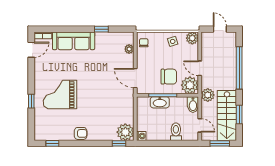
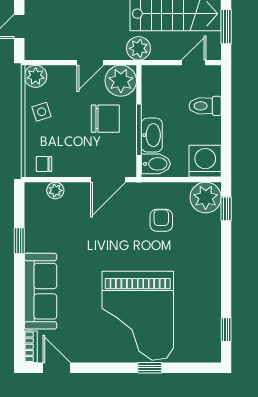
chair: (169, 77) -> (105, 119), turned 90
grand piano: (60, 95) -> (138, 316), width x1.37, depth x1.48
bidet: (193, 105) -> (156, 164), moved
armchair: (81, 133) -> (161, 220), moved
washing machine: (141, 136) -> (205, 161), width x1.89, depth x1.89

